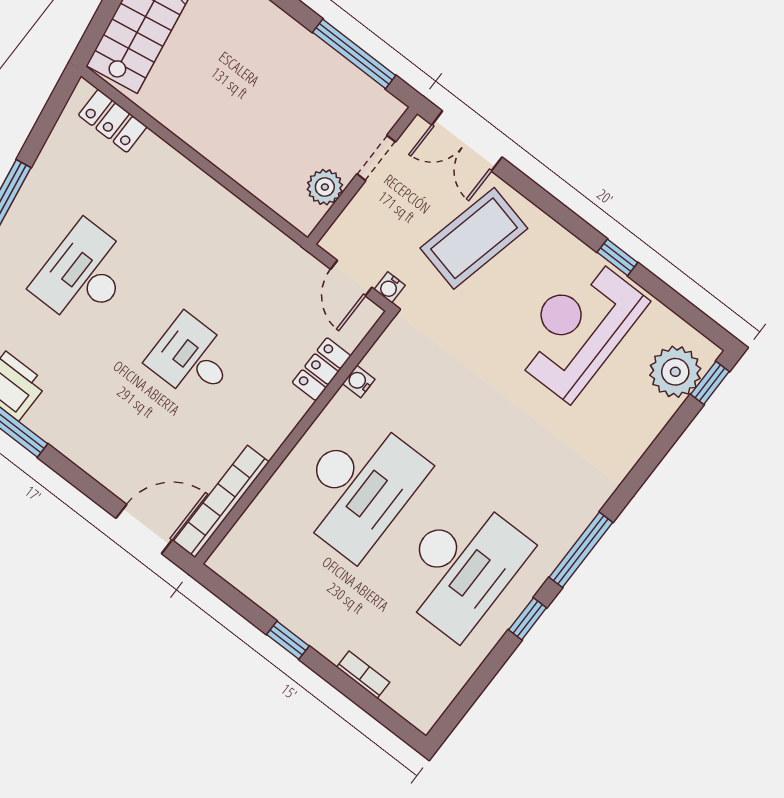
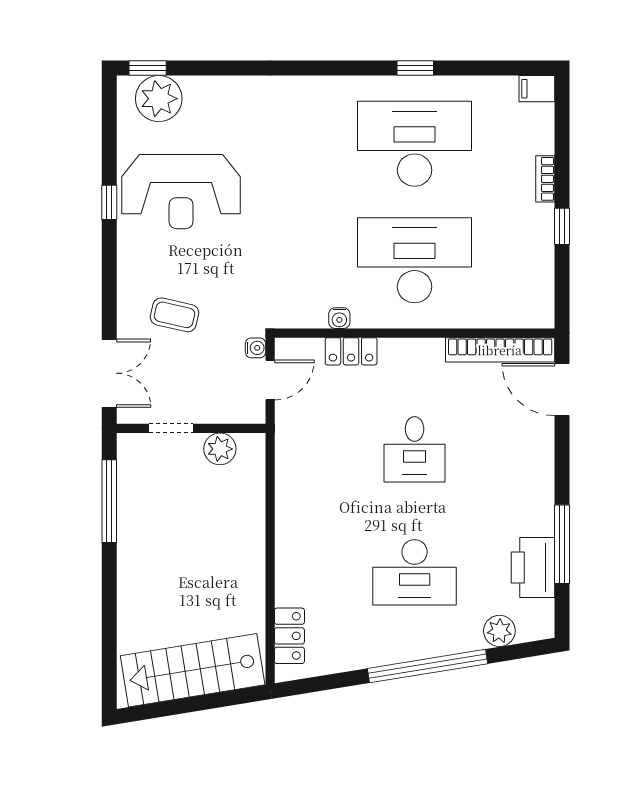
coffee table: (474, 238) -> (175, 315), width x0.54, depth x0.58
window: (581, 550) -> (337, 68), removed
bookcase: (363, 675) -> (545, 179), moved
filing cabinet: (426, 712) -> (537, 89), added

